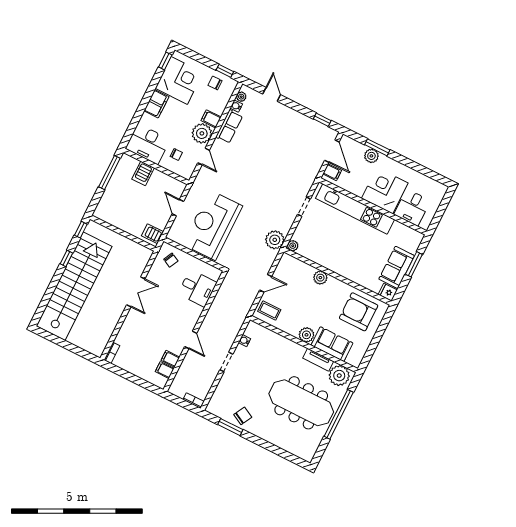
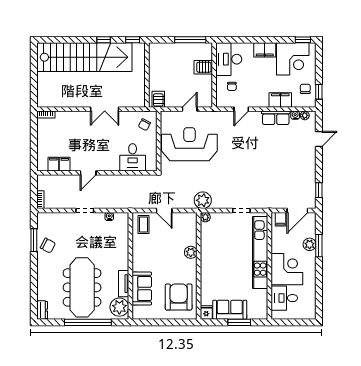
filing cabinet: (211, 119) -> (280, 100), width x2.00
plant: (202, 133) -> (259, 98), removed
plant: (306, 335) -> (139, 264), removed
dresser: (304, 454) -> (42, 310), added

